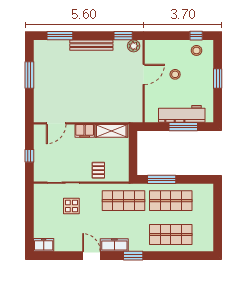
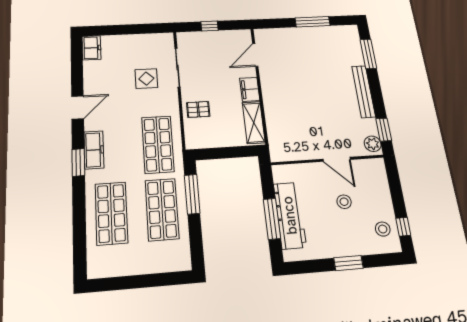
door: (56, 123) -> (255, 55), hinge flipped
freezer: (114, 245) -> (94, 150), moved

